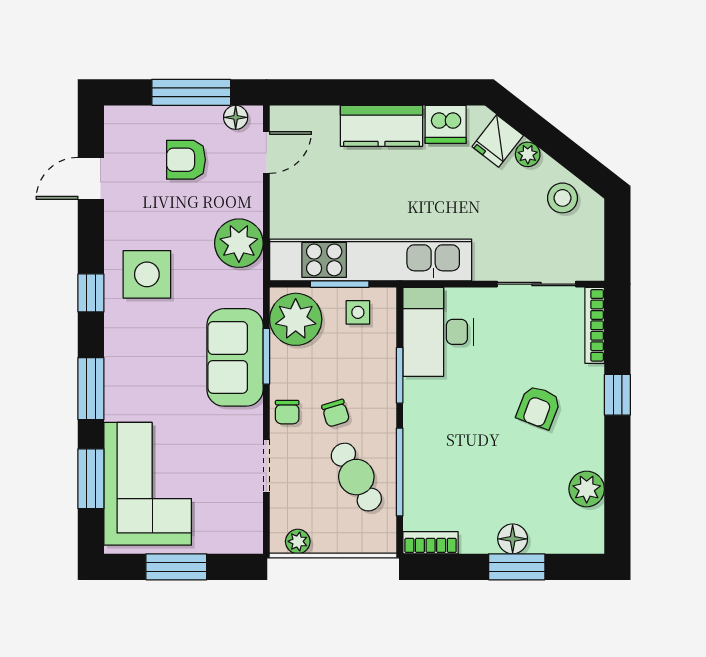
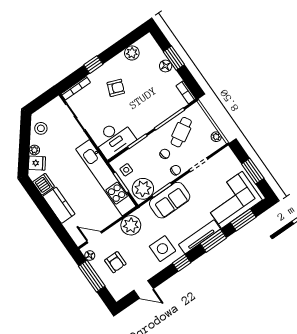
tv unit: (118, 366) -> (200, 237), added

